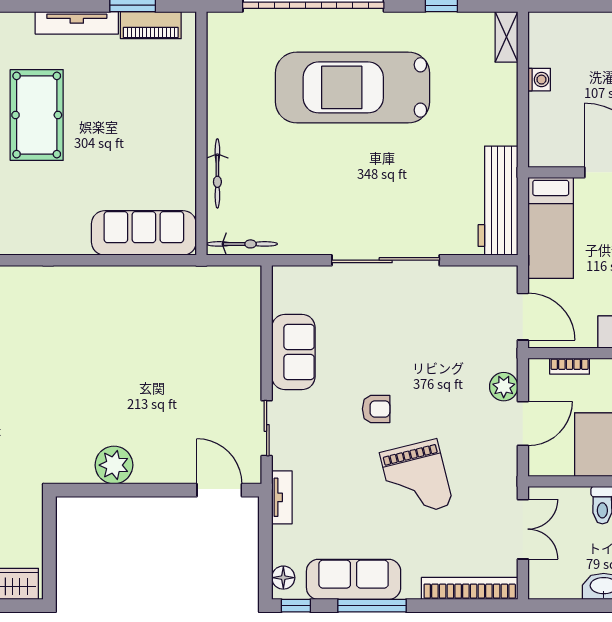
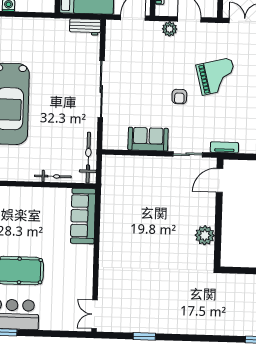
workbench: (498, 201) -> (85, 27), width x0.53, depth x0.76
bicycle: (242, 244) -> (88, 158), width x1.37, depth x1.40
armchair: (376, 409) -> (179, 96), turned 180

